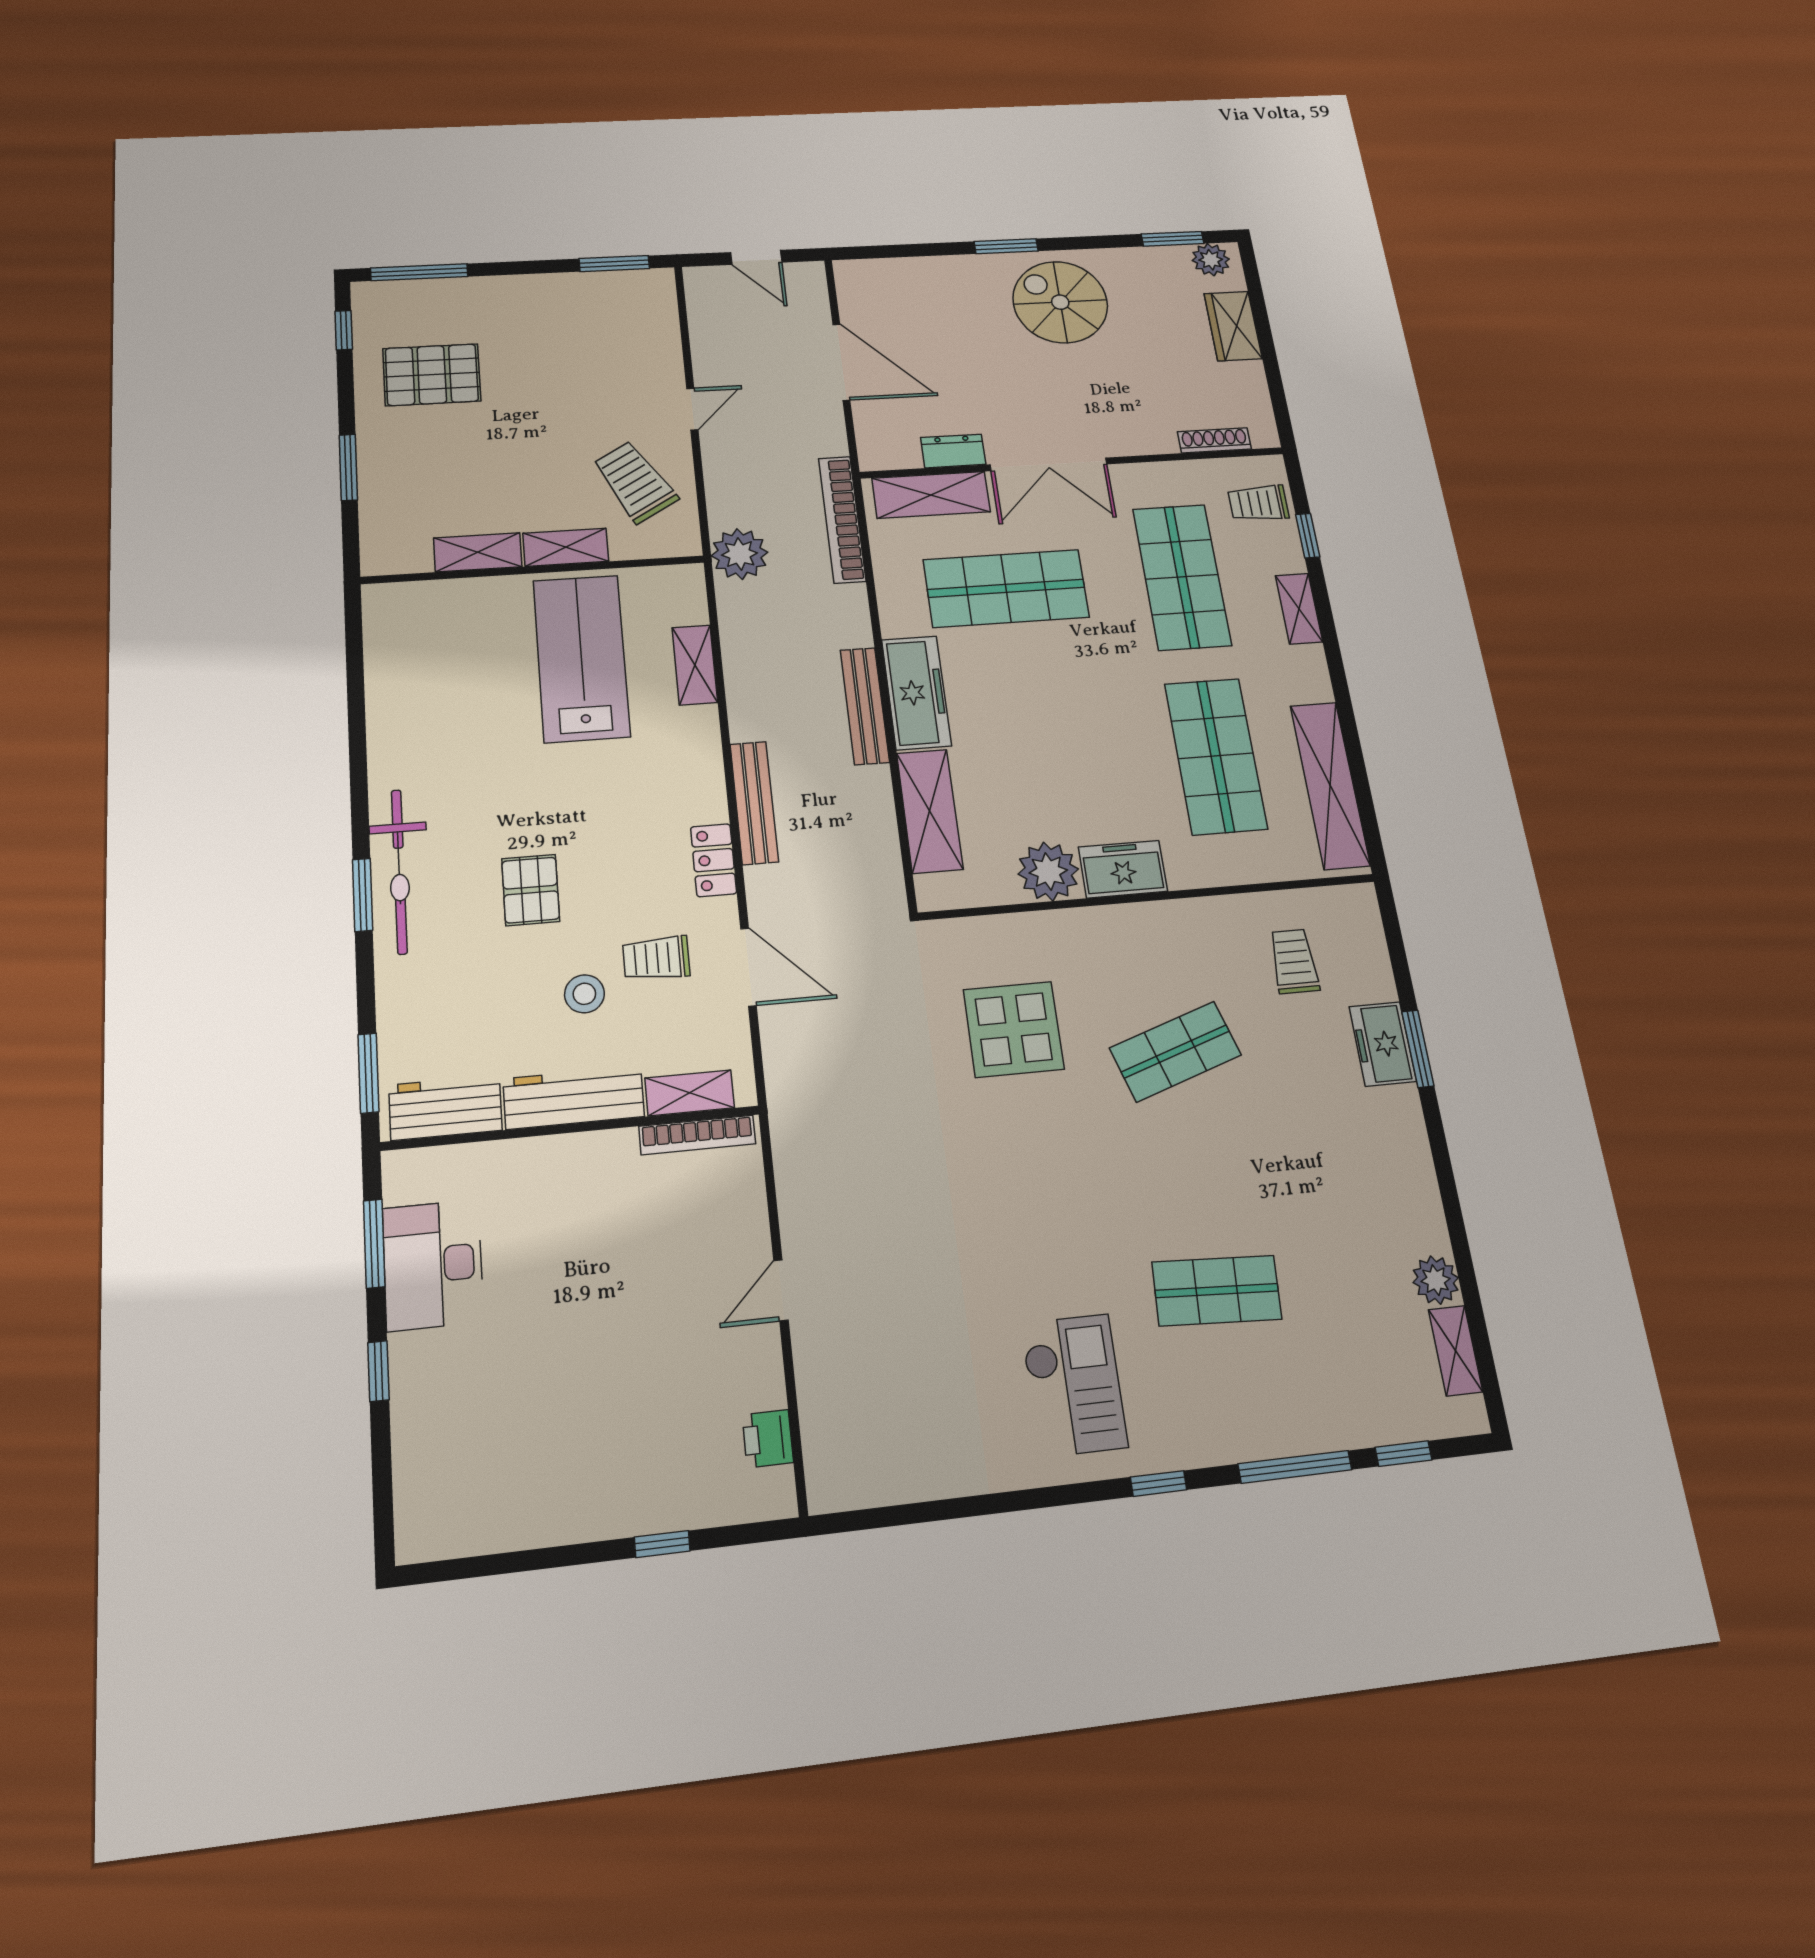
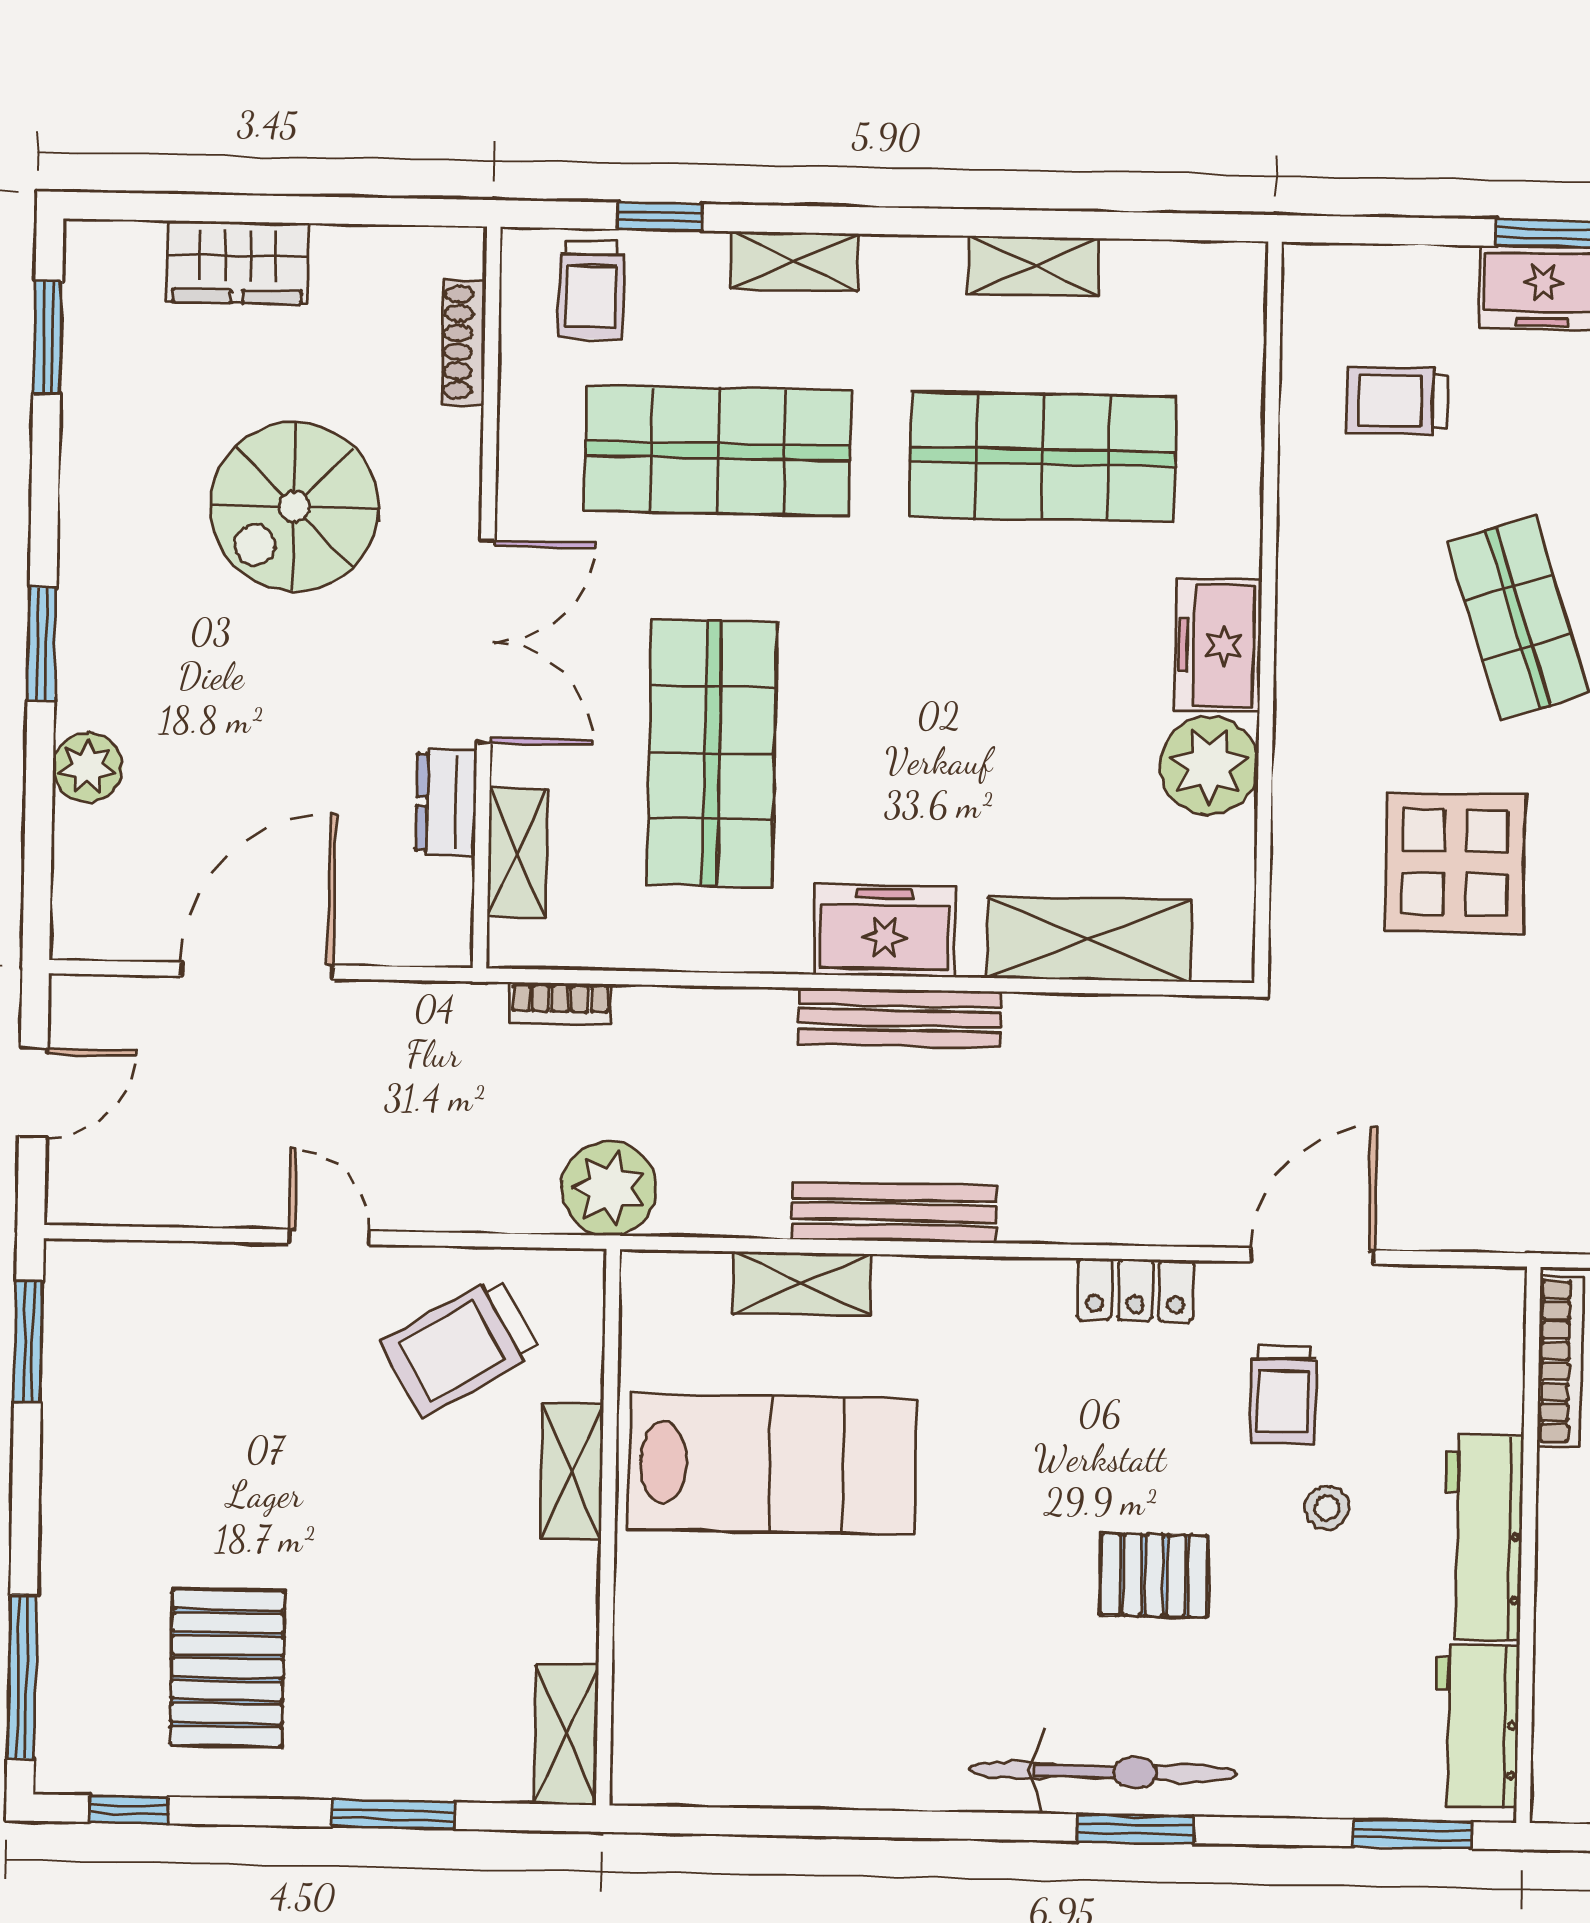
plant: (1211, 260) -> (88, 767), moved
spiral stairs: (1060, 302) -> (294, 507), moved
shelving: (931, 495) -> (517, 853), width x0.67, depth x0.75
bookcase: (842, 519) -> (560, 1003), width x0.43, depth x0.76
shelving: (478, 552) -> (566, 1734), moved
lab bench: (581, 658) -> (772, 1464), turned 180
freezer: (916, 693) -> (884, 931), width x0.71
shelving: (1330, 785) -> (1034, 266), width x0.45, depth x0.75
bench: (754, 803) -> (894, 1213), moved
stool: (584, 994) -> (1327, 1508), width x0.73, depth x0.73
shelving: (690, 1093) -> (1496, 1366), removed

